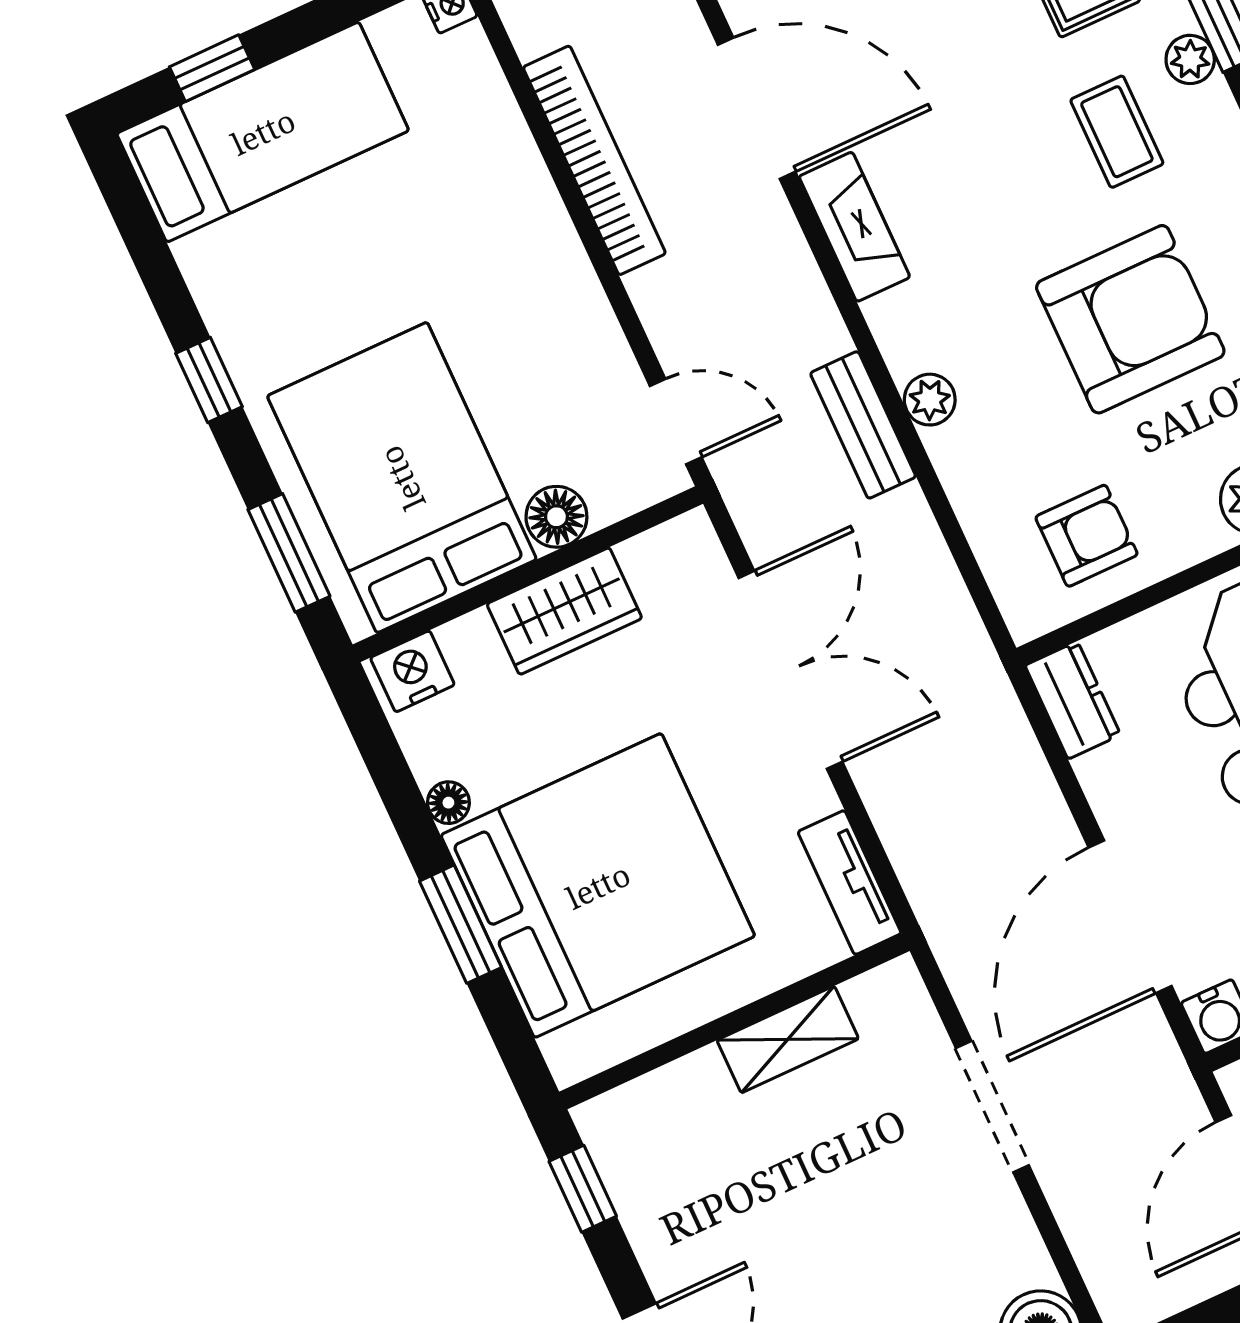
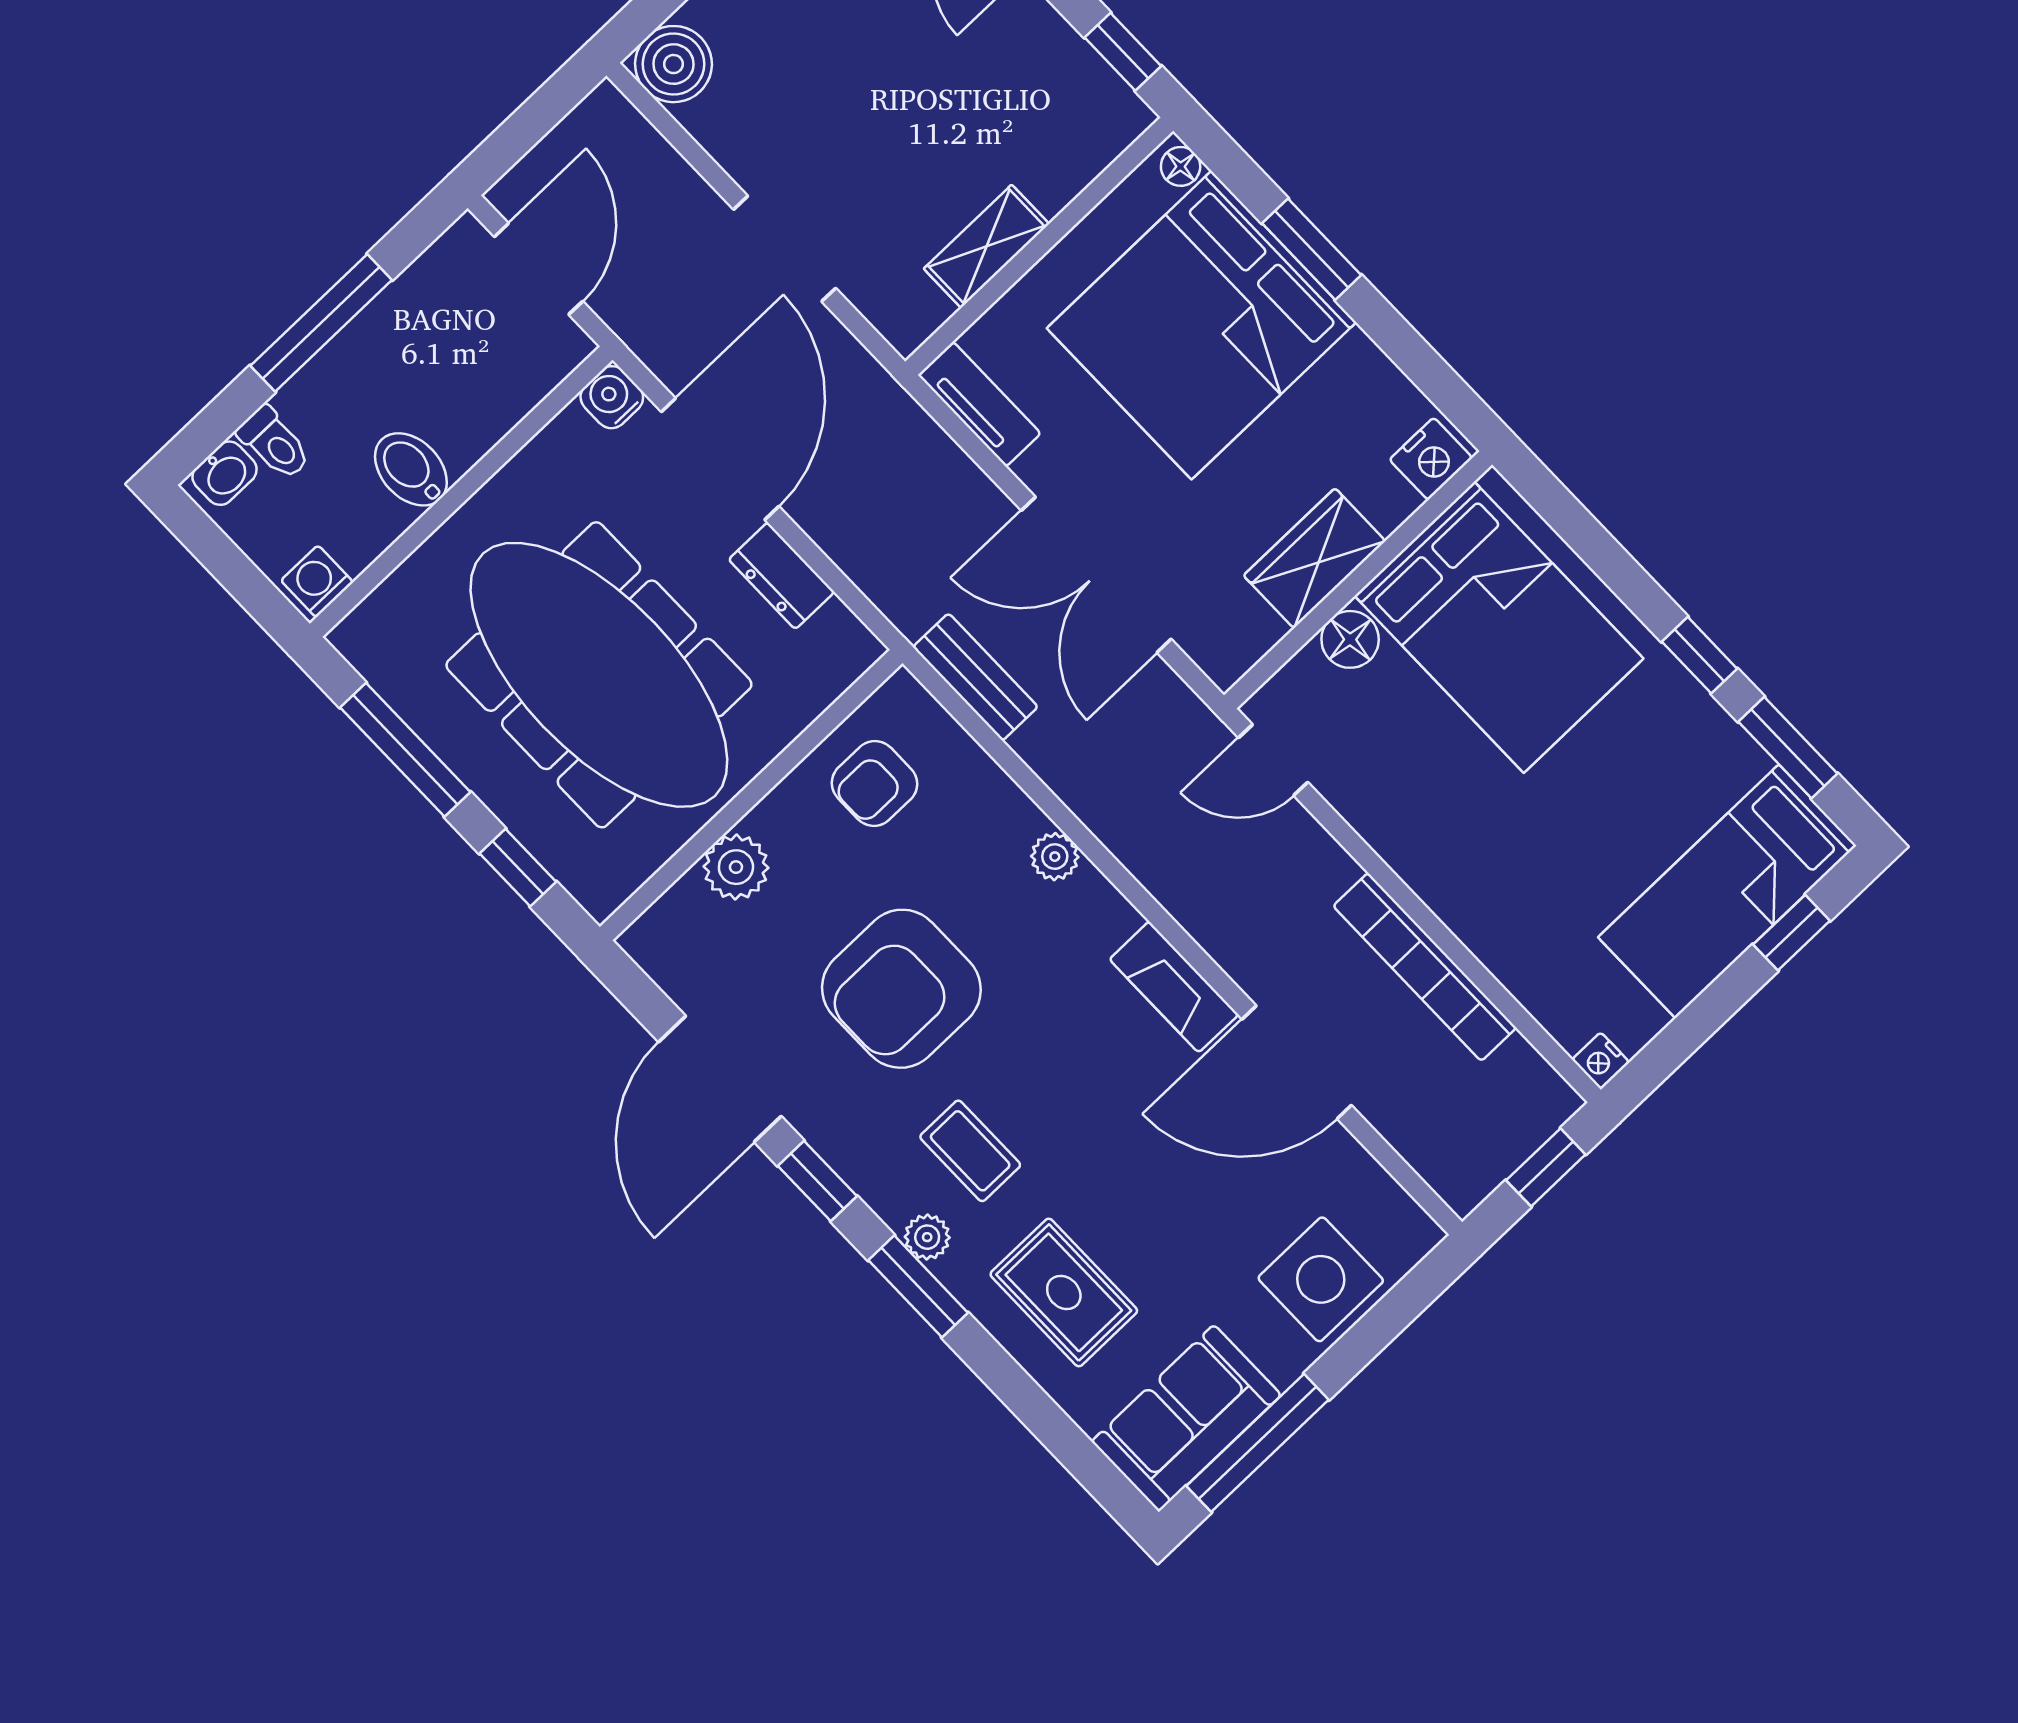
bench: (863, 425) -> (975, 677), moved
window: (289, 553) -> (1788, 748), moved
dresser: (1073, 700) -> (781, 576), moved
floor lamp: (448, 803) -> (1181, 166), moved

